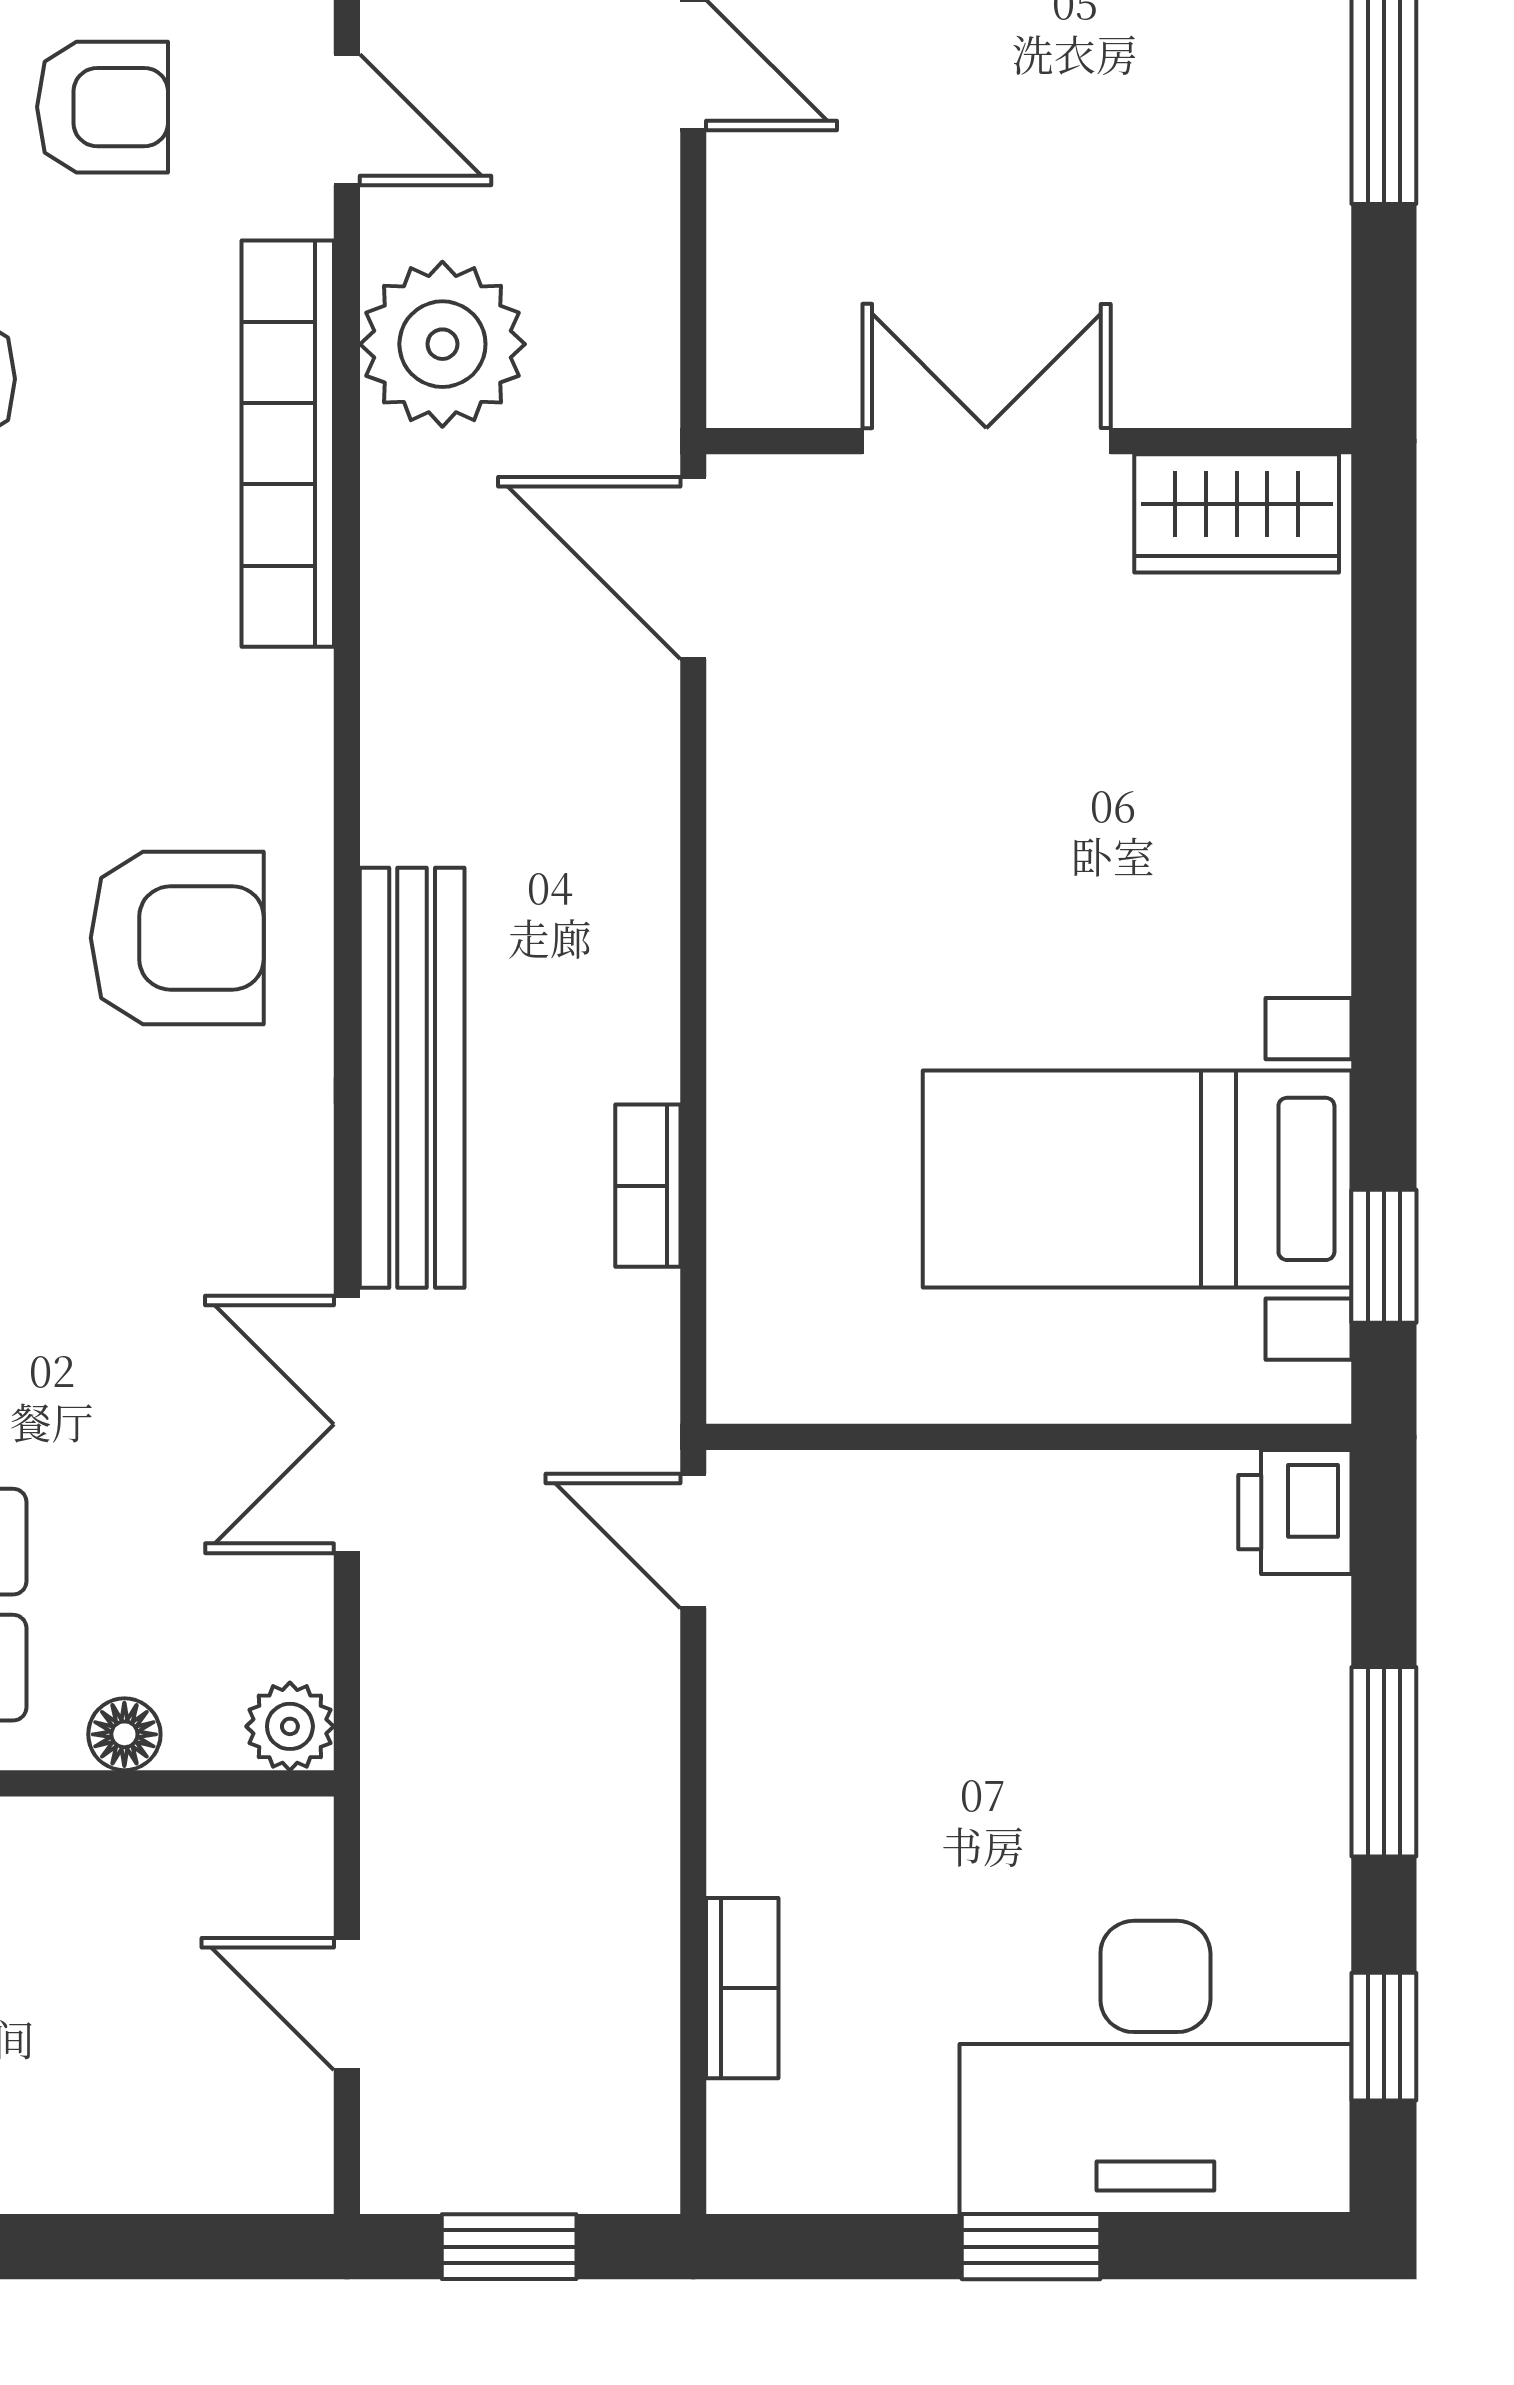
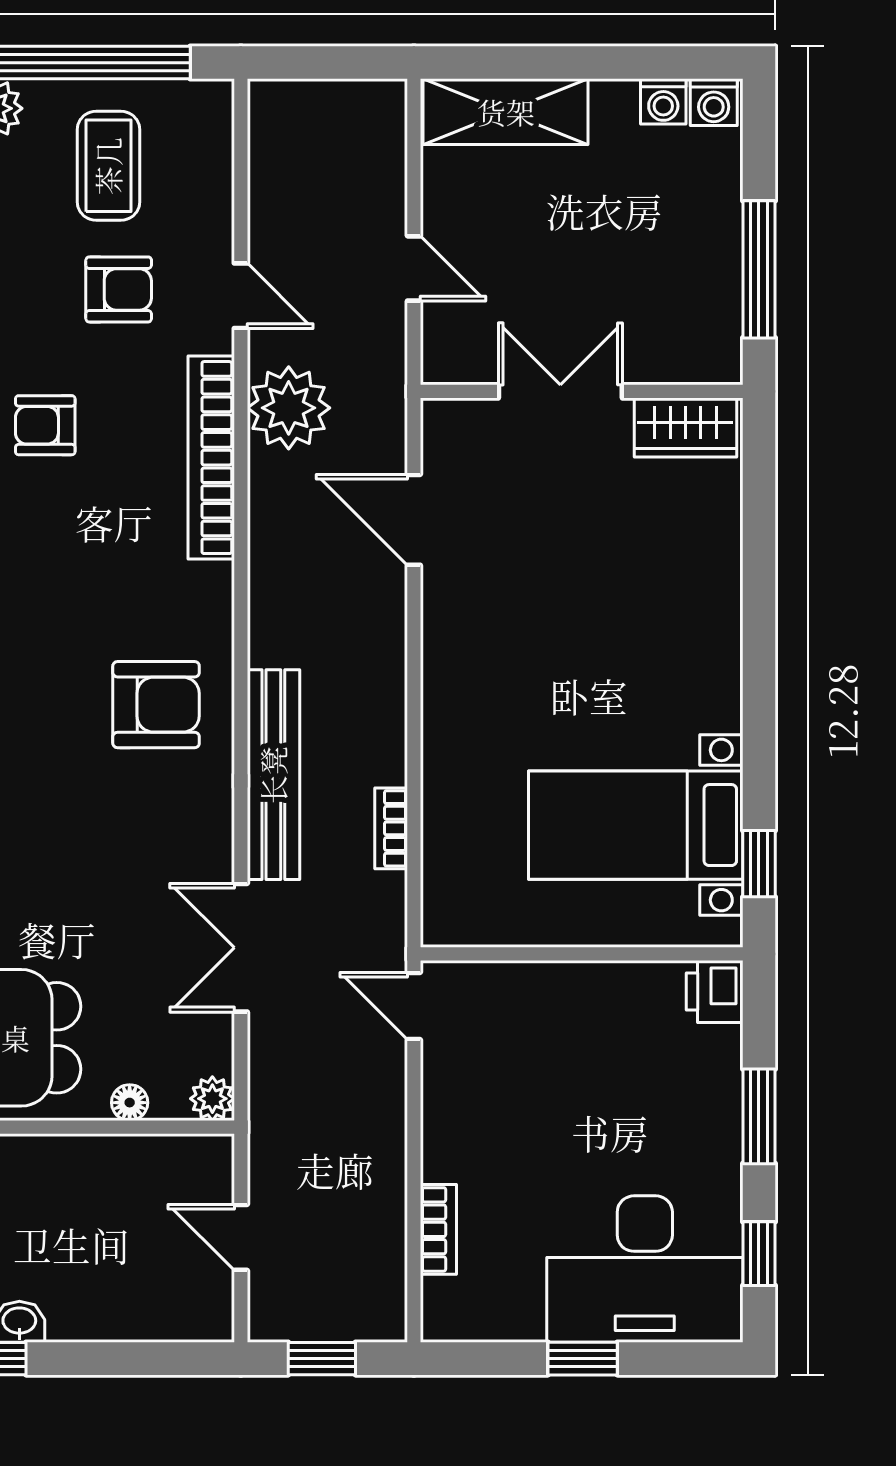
double door: (986, 441) -> (560, 391), moved
wall: (1029, 441) -> (582, 391), moved
wardrobe: (1237, 513) -> (685, 428), moved

